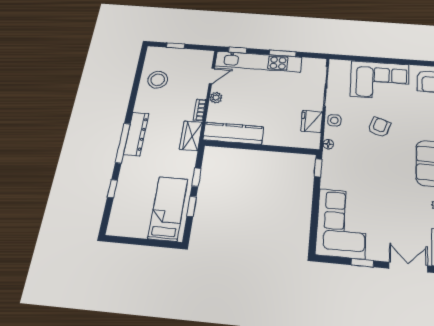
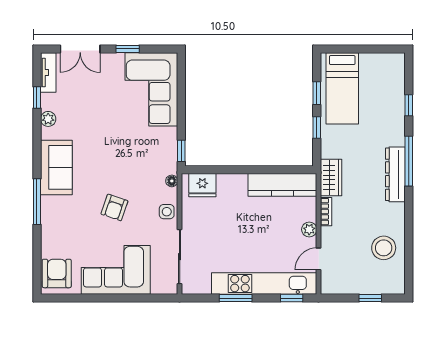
fridge: (312, 121) -> (202, 185), moved, turned 90

